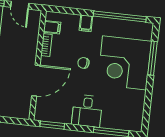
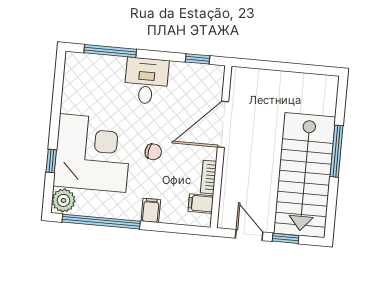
plant: (145, 31) -> (64, 200), added
window: (153, 58) -> (51, 161), width x0.46
window: (52, 125) -> (197, 59), width x0.67

